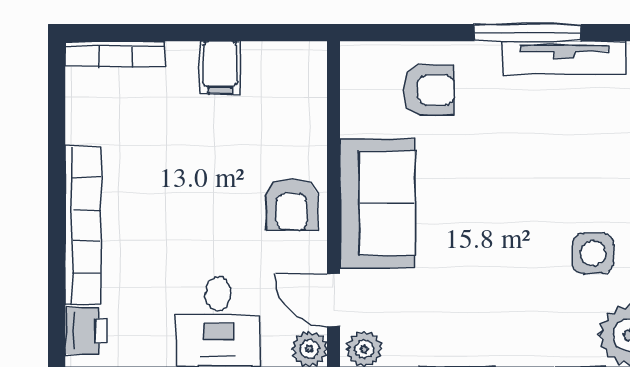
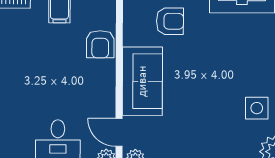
armchair: (292, 204) -> (100, 44), moved

